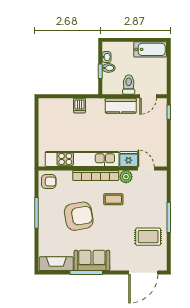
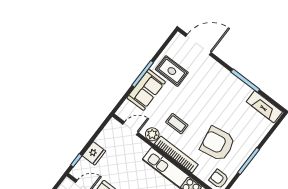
fridge: (129, 159) -> (94, 153), moved, turned -90
door: (146, 168) -> (130, 128), swing flipped
armchair: (79, 216) -> (218, 144), moved
sofa: (92, 260) -> (146, 90), moved, turned -90

